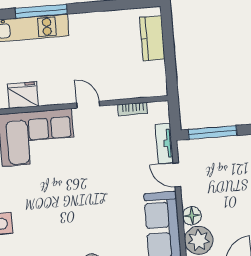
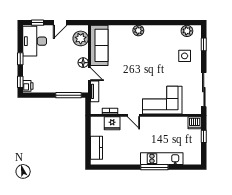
fridge: (23, 95) -> (112, 123), moved
floor lamp: (192, 216) -> (83, 63), moved

